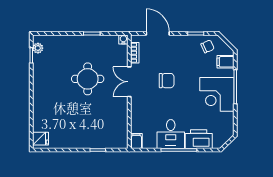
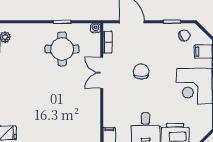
round table: (88, 79) -> (62, 49), moved
chair: (167, 81) -> (141, 71), turned -90

